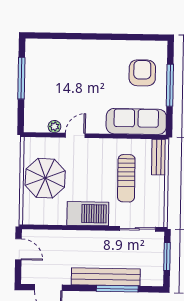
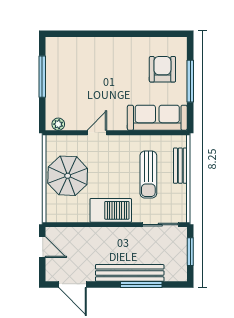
plant: (54, 127) -> (58, 124), moved
bench: (159, 157) -> (180, 166), moved

